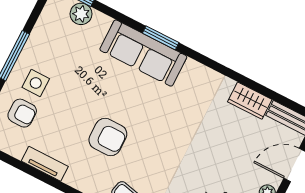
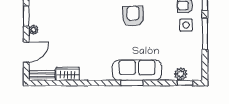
armchair: (108, 137) -> (133, 16), turned 90

